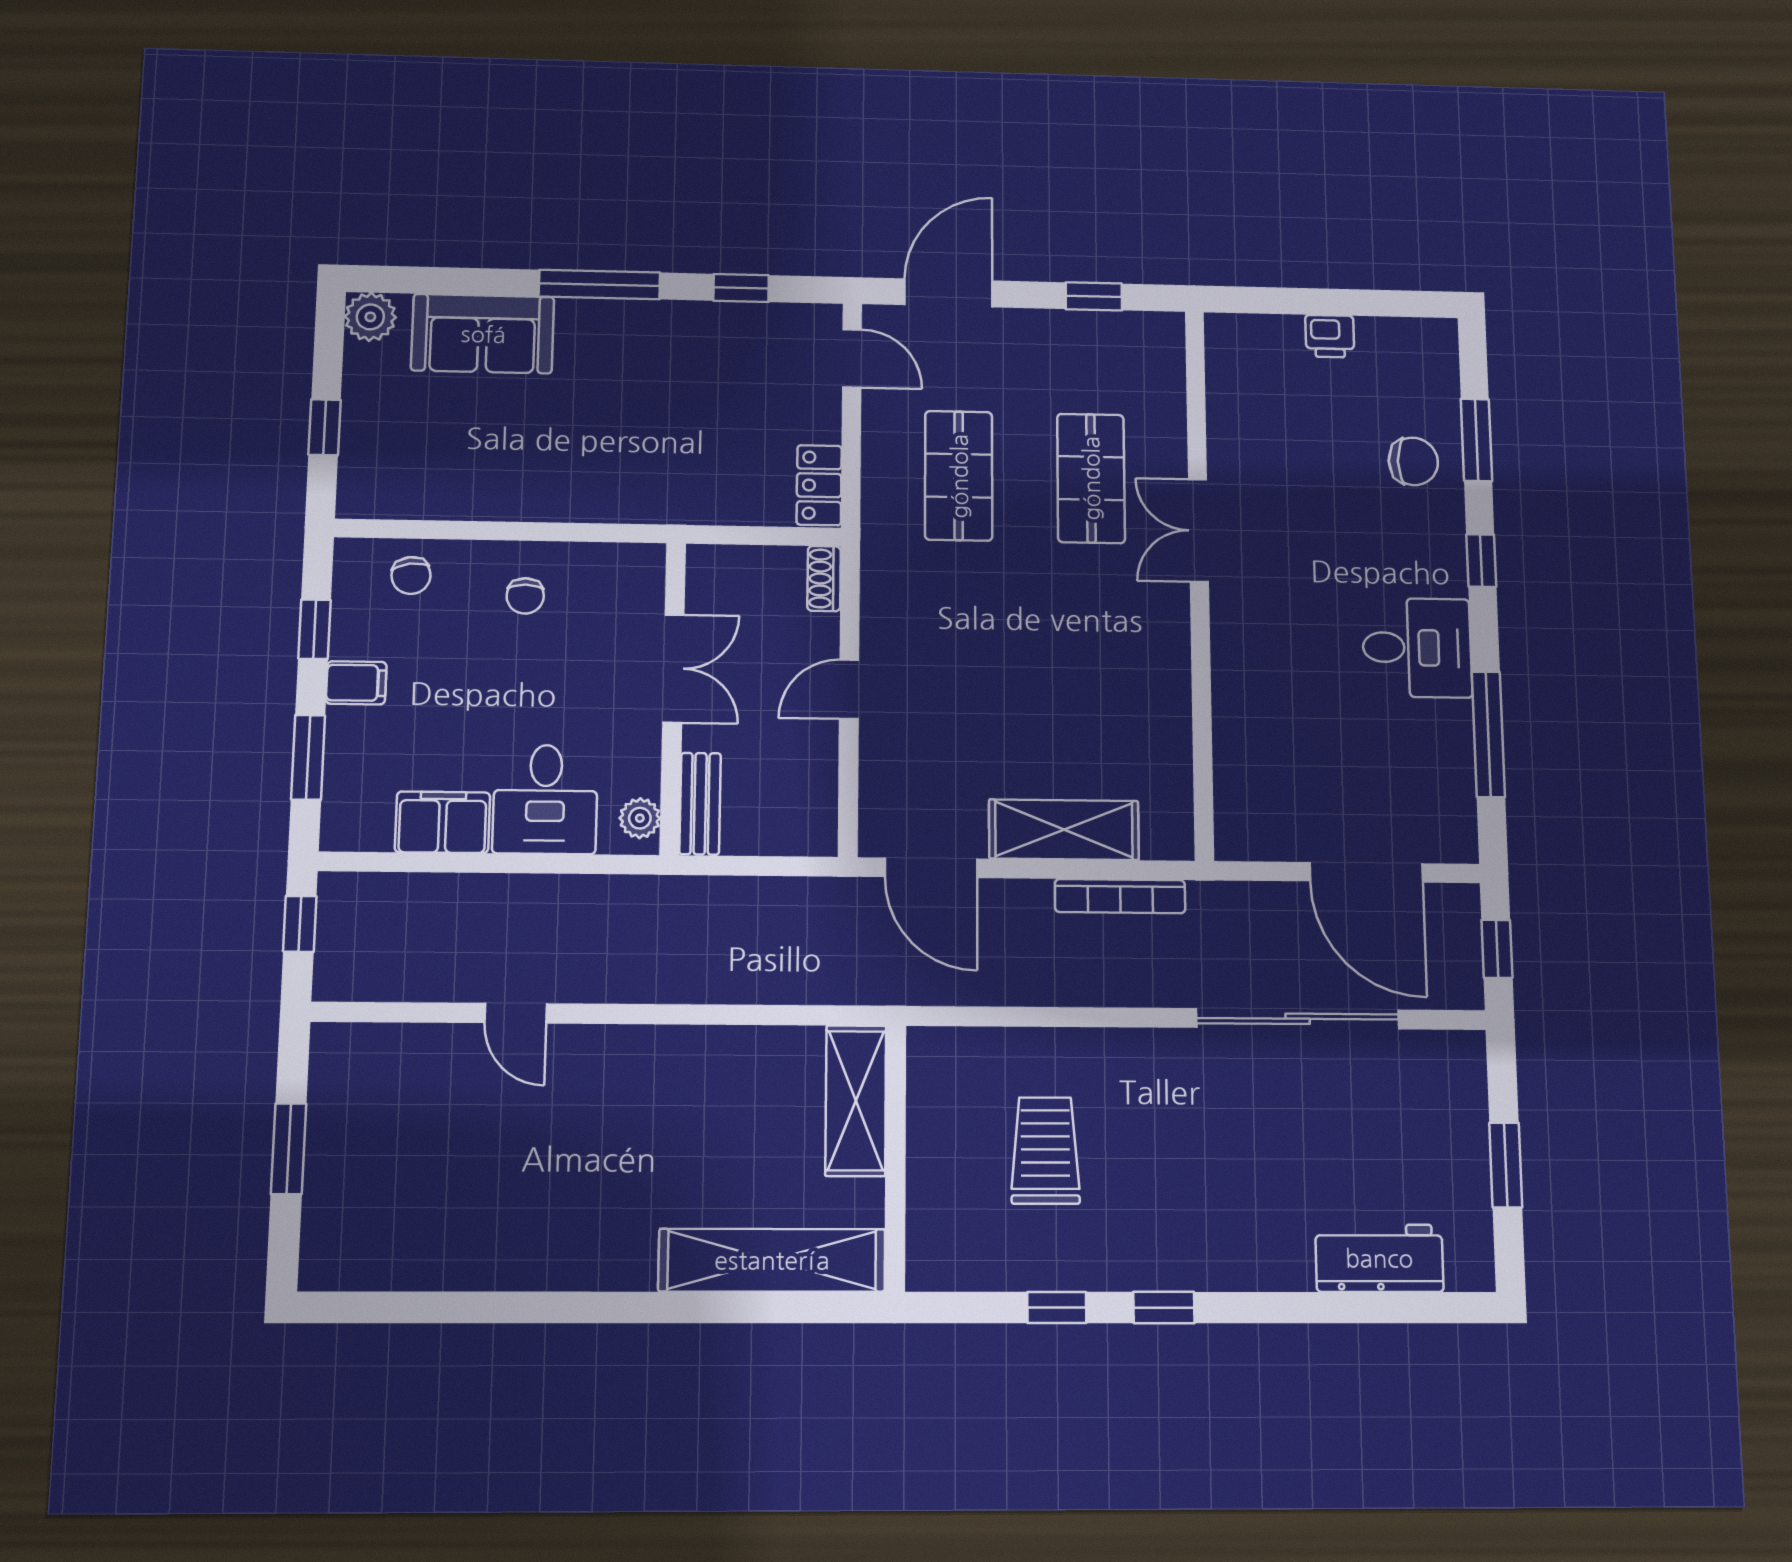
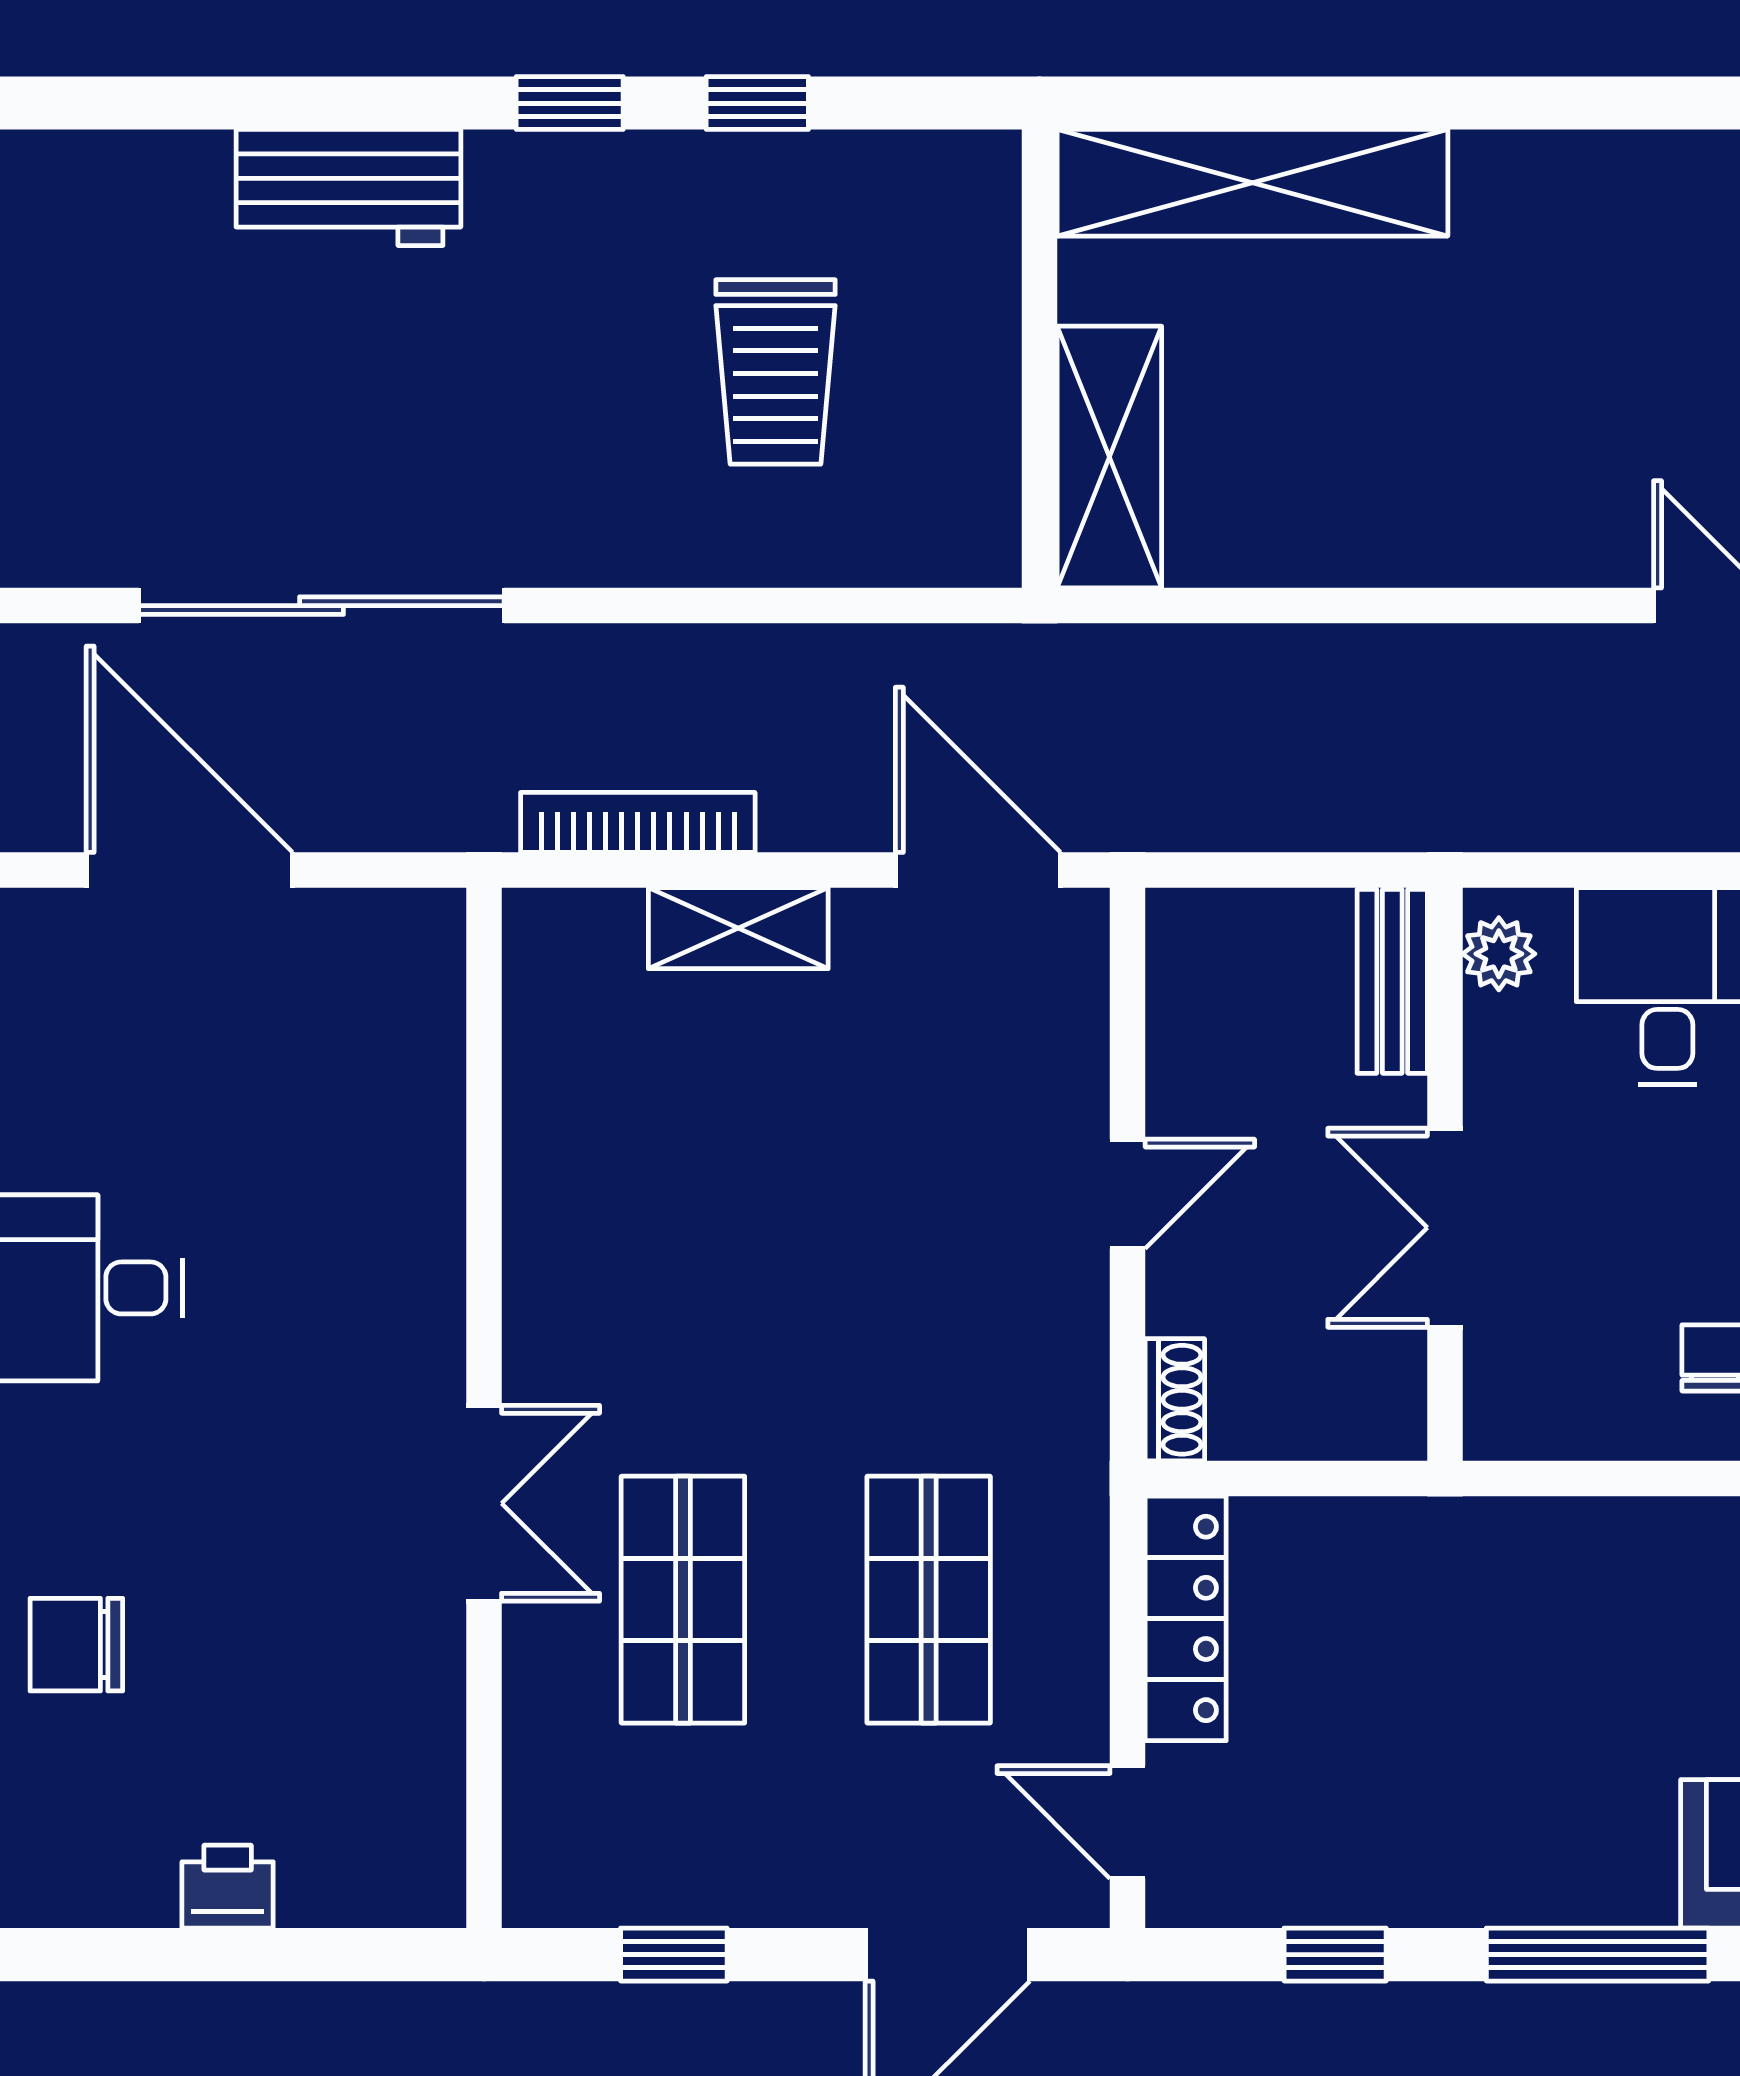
locker: (819, 485) -> (1186, 1618), width x1.53
shelving: (1064, 830) -> (738, 928), width x0.67, depth x0.75
workbench: (1379, 1258) -> (348, 188), moved

